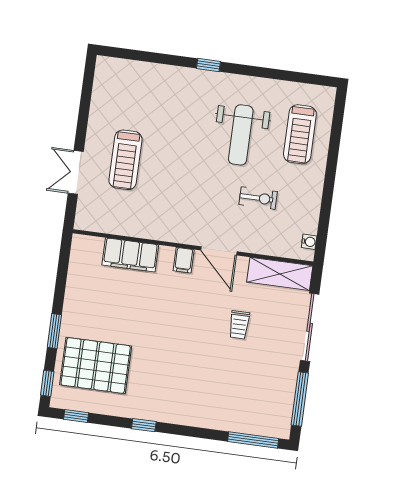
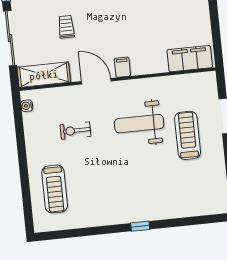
treadmill: (300, 134) -> (55, 189), turned 180
weight bench: (241, 135) -> (139, 124), moved, turned -90
filing cabinet: (130, 255) -> (190, 59), moved

